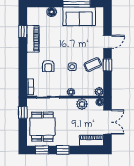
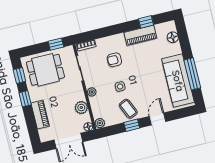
floor lamp: (52, 12) -> (173, 37), moved
sofa: (79, 16) -> (178, 81), width x1.36
door: (108, 42) -> (157, 119), swing flipped
piano: (91, 140) -> (40, 115), moved

